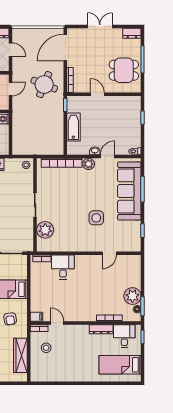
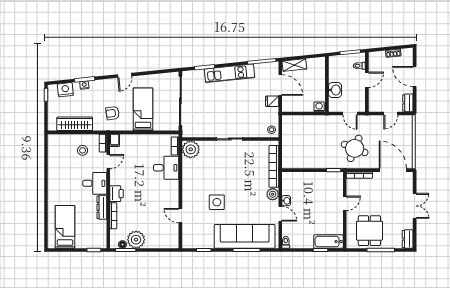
bathtub: (73, 127) -> (329, 242), moved, turned 180
plant: (45, 230) -> (191, 149), moved
printer: (88, 315) -> (117, 194), added
desk: (124, 336) -> (95, 183), moved

